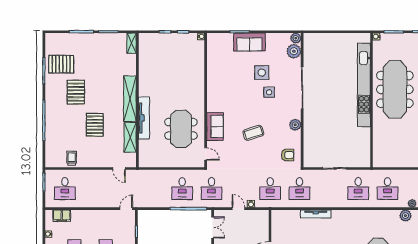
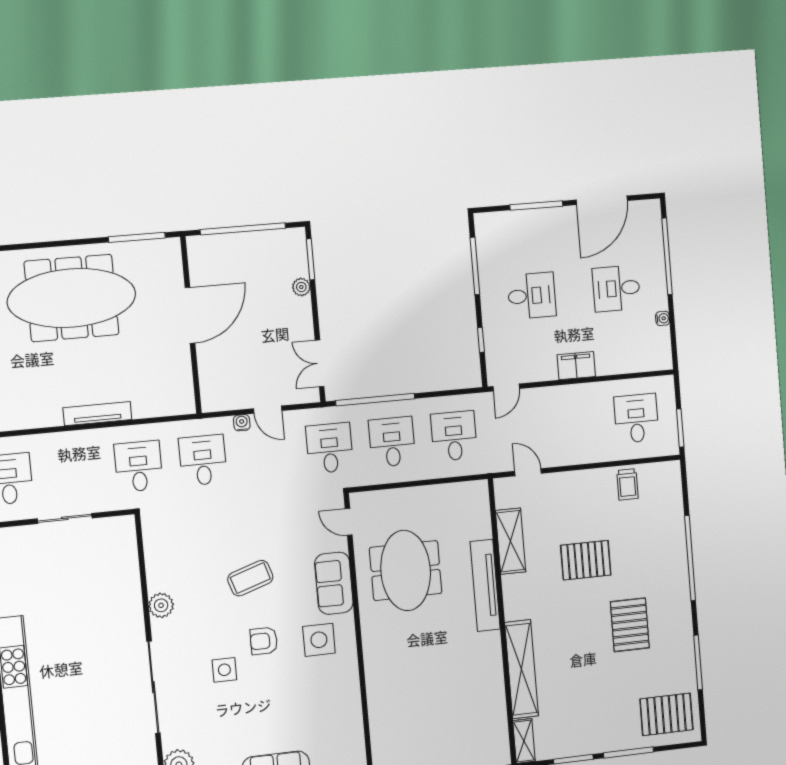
pallet: (61, 64) -> (666, 714), moved
side table: (262, 73) -> (319, 640), moved
shelving: (130, 99) -> (521, 669), moved
pallet: (95, 125) -> (586, 560), turned 90
armchair: (288, 155) -> (264, 641), moved
desk: (153, 189) -> (454, 436), added
filing cabinet: (62, 216) -> (576, 366), moved

